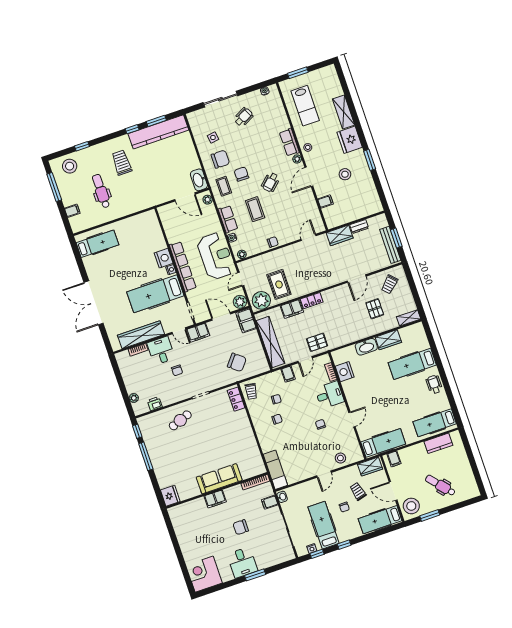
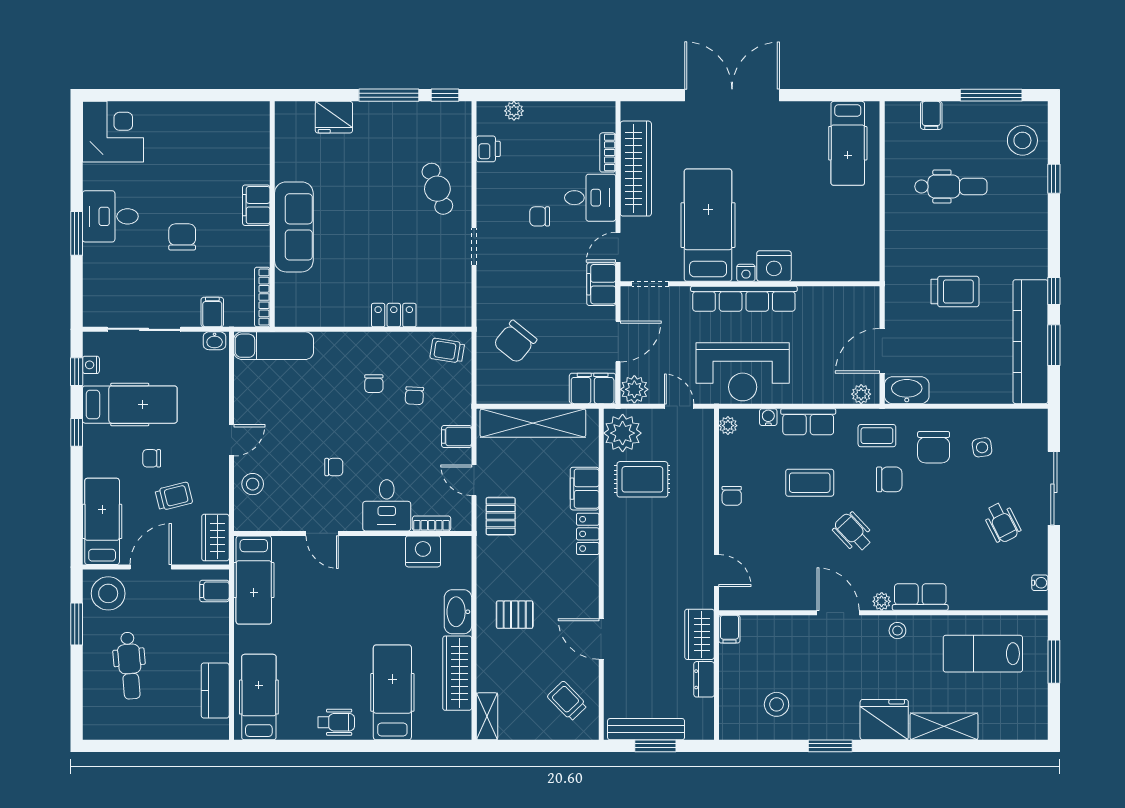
trolley: (122, 163) -> (955, 291), moved
stool: (345, 174) -> (777, 704), moved
filing cabinet: (325, 201) -> (729, 629), moved
pallet: (375, 309) -> (515, 615), moved
wardrobe: (388, 340) -> (457, 673), width x1.50
locker: (236, 399) -> (394, 315), moved
door: (324, 474) -> (231, 440), swing flipped
dental chair: (440, 485) -> (130, 666), turned 126
fridge: (170, 496) -> (334, 117), moved

